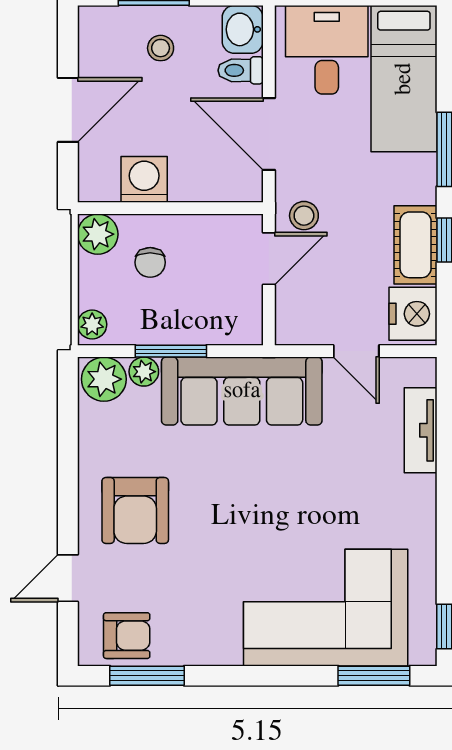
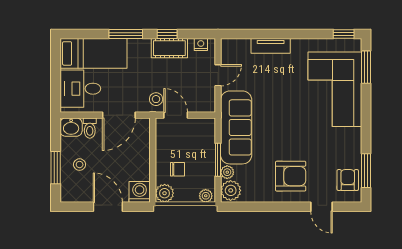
washing machine: (144, 179) -> (140, 192), moved, turned 90
nightstand: (413, 314) -> (201, 44), width x0.53, depth x0.56
tv unit: (421, 430) -> (271, 46), moved

